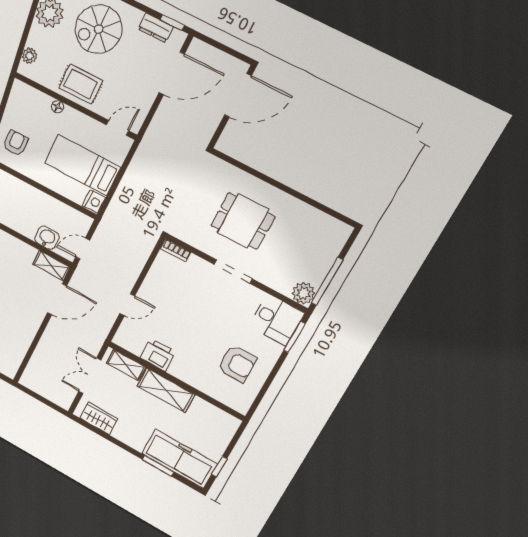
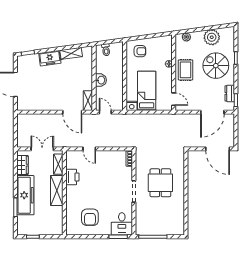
door: (172, 73) -> (212, 112), hinge flipped
washbasin: (47, 238) -> (101, 80), moved
plant: (303, 293) -> (141, 229), removed
freezer: (179, 459) -> (25, 195), moved

